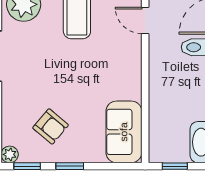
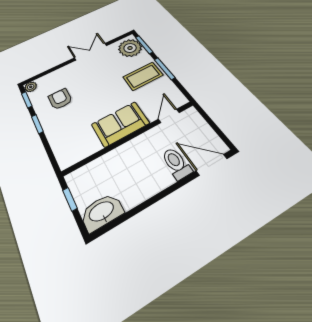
armchair: (51, 126) -> (60, 99), turned 140
sofa: (124, 132) -> (120, 124), moved

